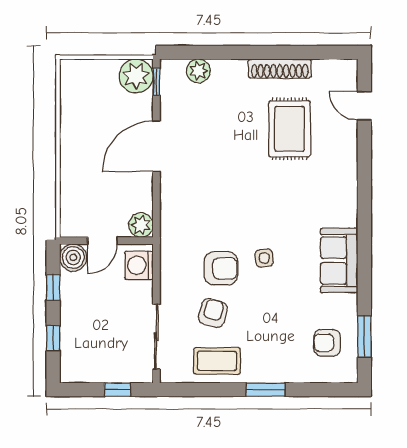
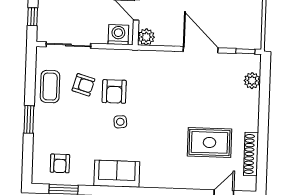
shoe rack: (280, 69) -> (251, 154), moved
plant: (136, 76) -> (250, 37), removed
armchair: (327, 343) -> (60, 163), turned 180

